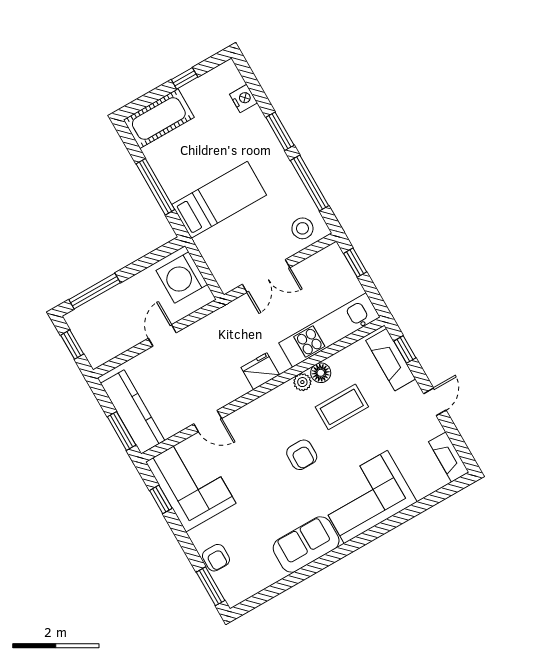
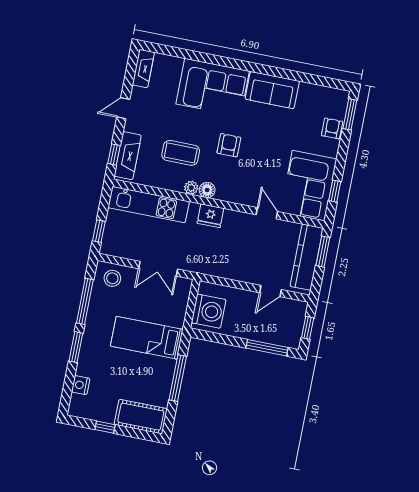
double door: (266, 276) -> (158, 269), swing flipped
door: (162, 335) -> (270, 291), moved
floor lamp: (321, 373) -> (207, 190), moved

